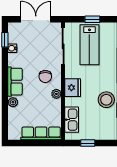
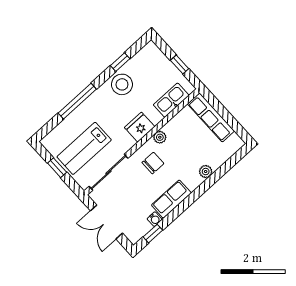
lab bench: (89, 45) -> (84, 148), turned 180
row of seats: (15, 82) -> (171, 199), moved

